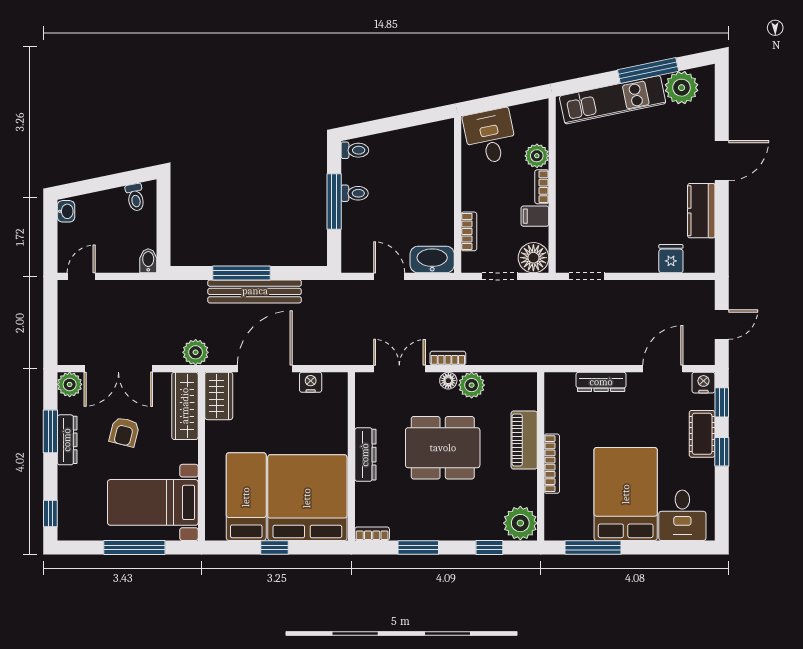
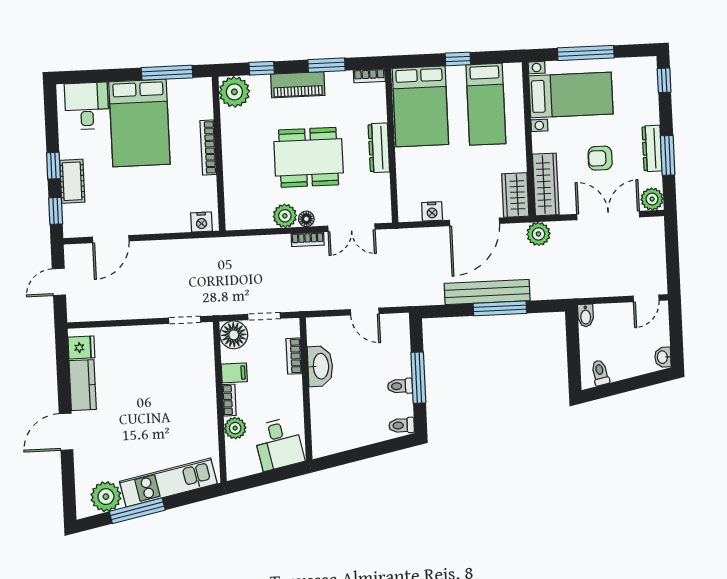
fridge: (671, 259) -> (81, 347), moved, turned -90
washbasin: (432, 260) -> (320, 366), moved, turned -90
dresser: (601, 382) -> (167, 224), removed
nightstand: (703, 383) -> (201, 222), moved
armchair: (124, 432) -> (600, 158), turned -104
piano: (524, 440) -> (298, 85), moved, turned 90
bed: (307, 498) -> (420, 106), width x0.73

